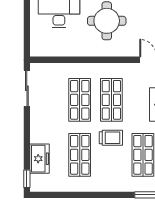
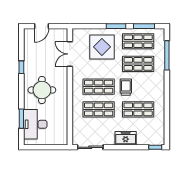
freezer: (40, 159) -> (126, 138), moved

